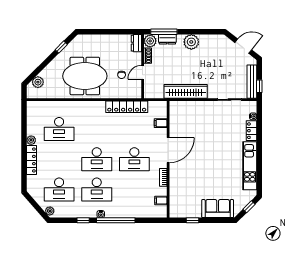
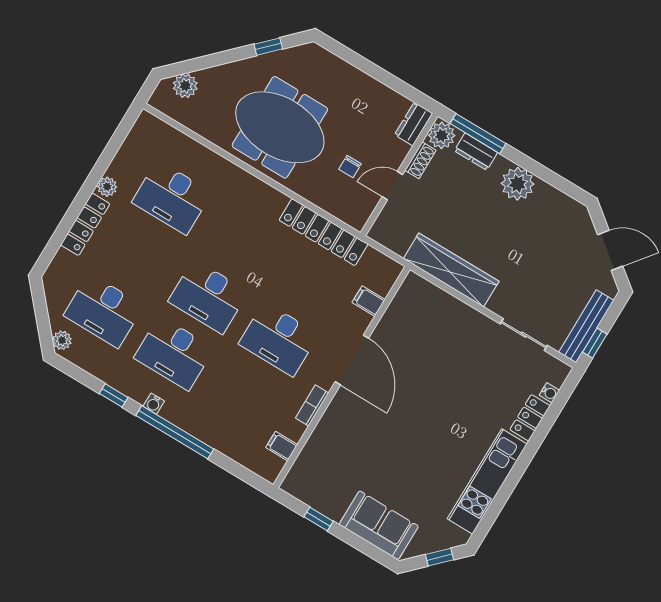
door: (168, 150) -> (352, 360), hinge flipped

